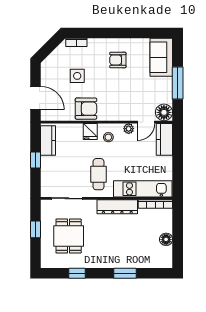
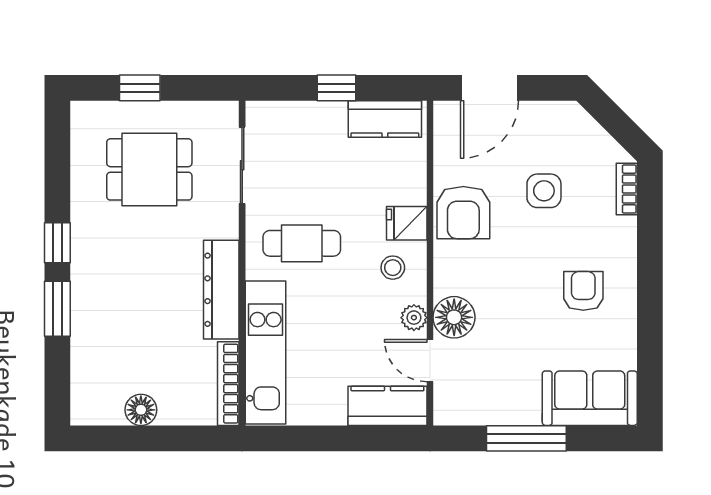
floor lamp: (164, 112) -> (454, 317), moved
window: (35, 229) -> (140, 88), moved
window: (77, 273) -> (57, 243), moved

